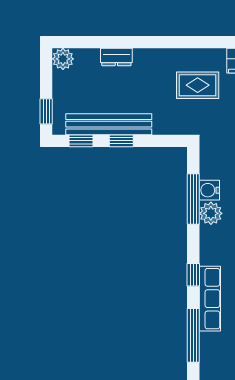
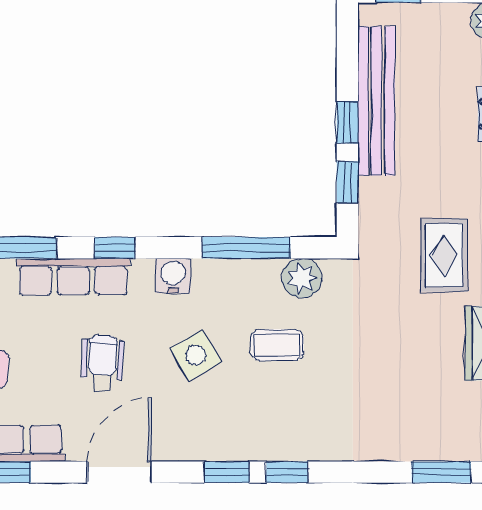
window: (81, 141) -> (347, 182), moved
water cooler: (209, 190) -> (173, 276), moved
plant: (211, 213) -> (302, 278), moved

